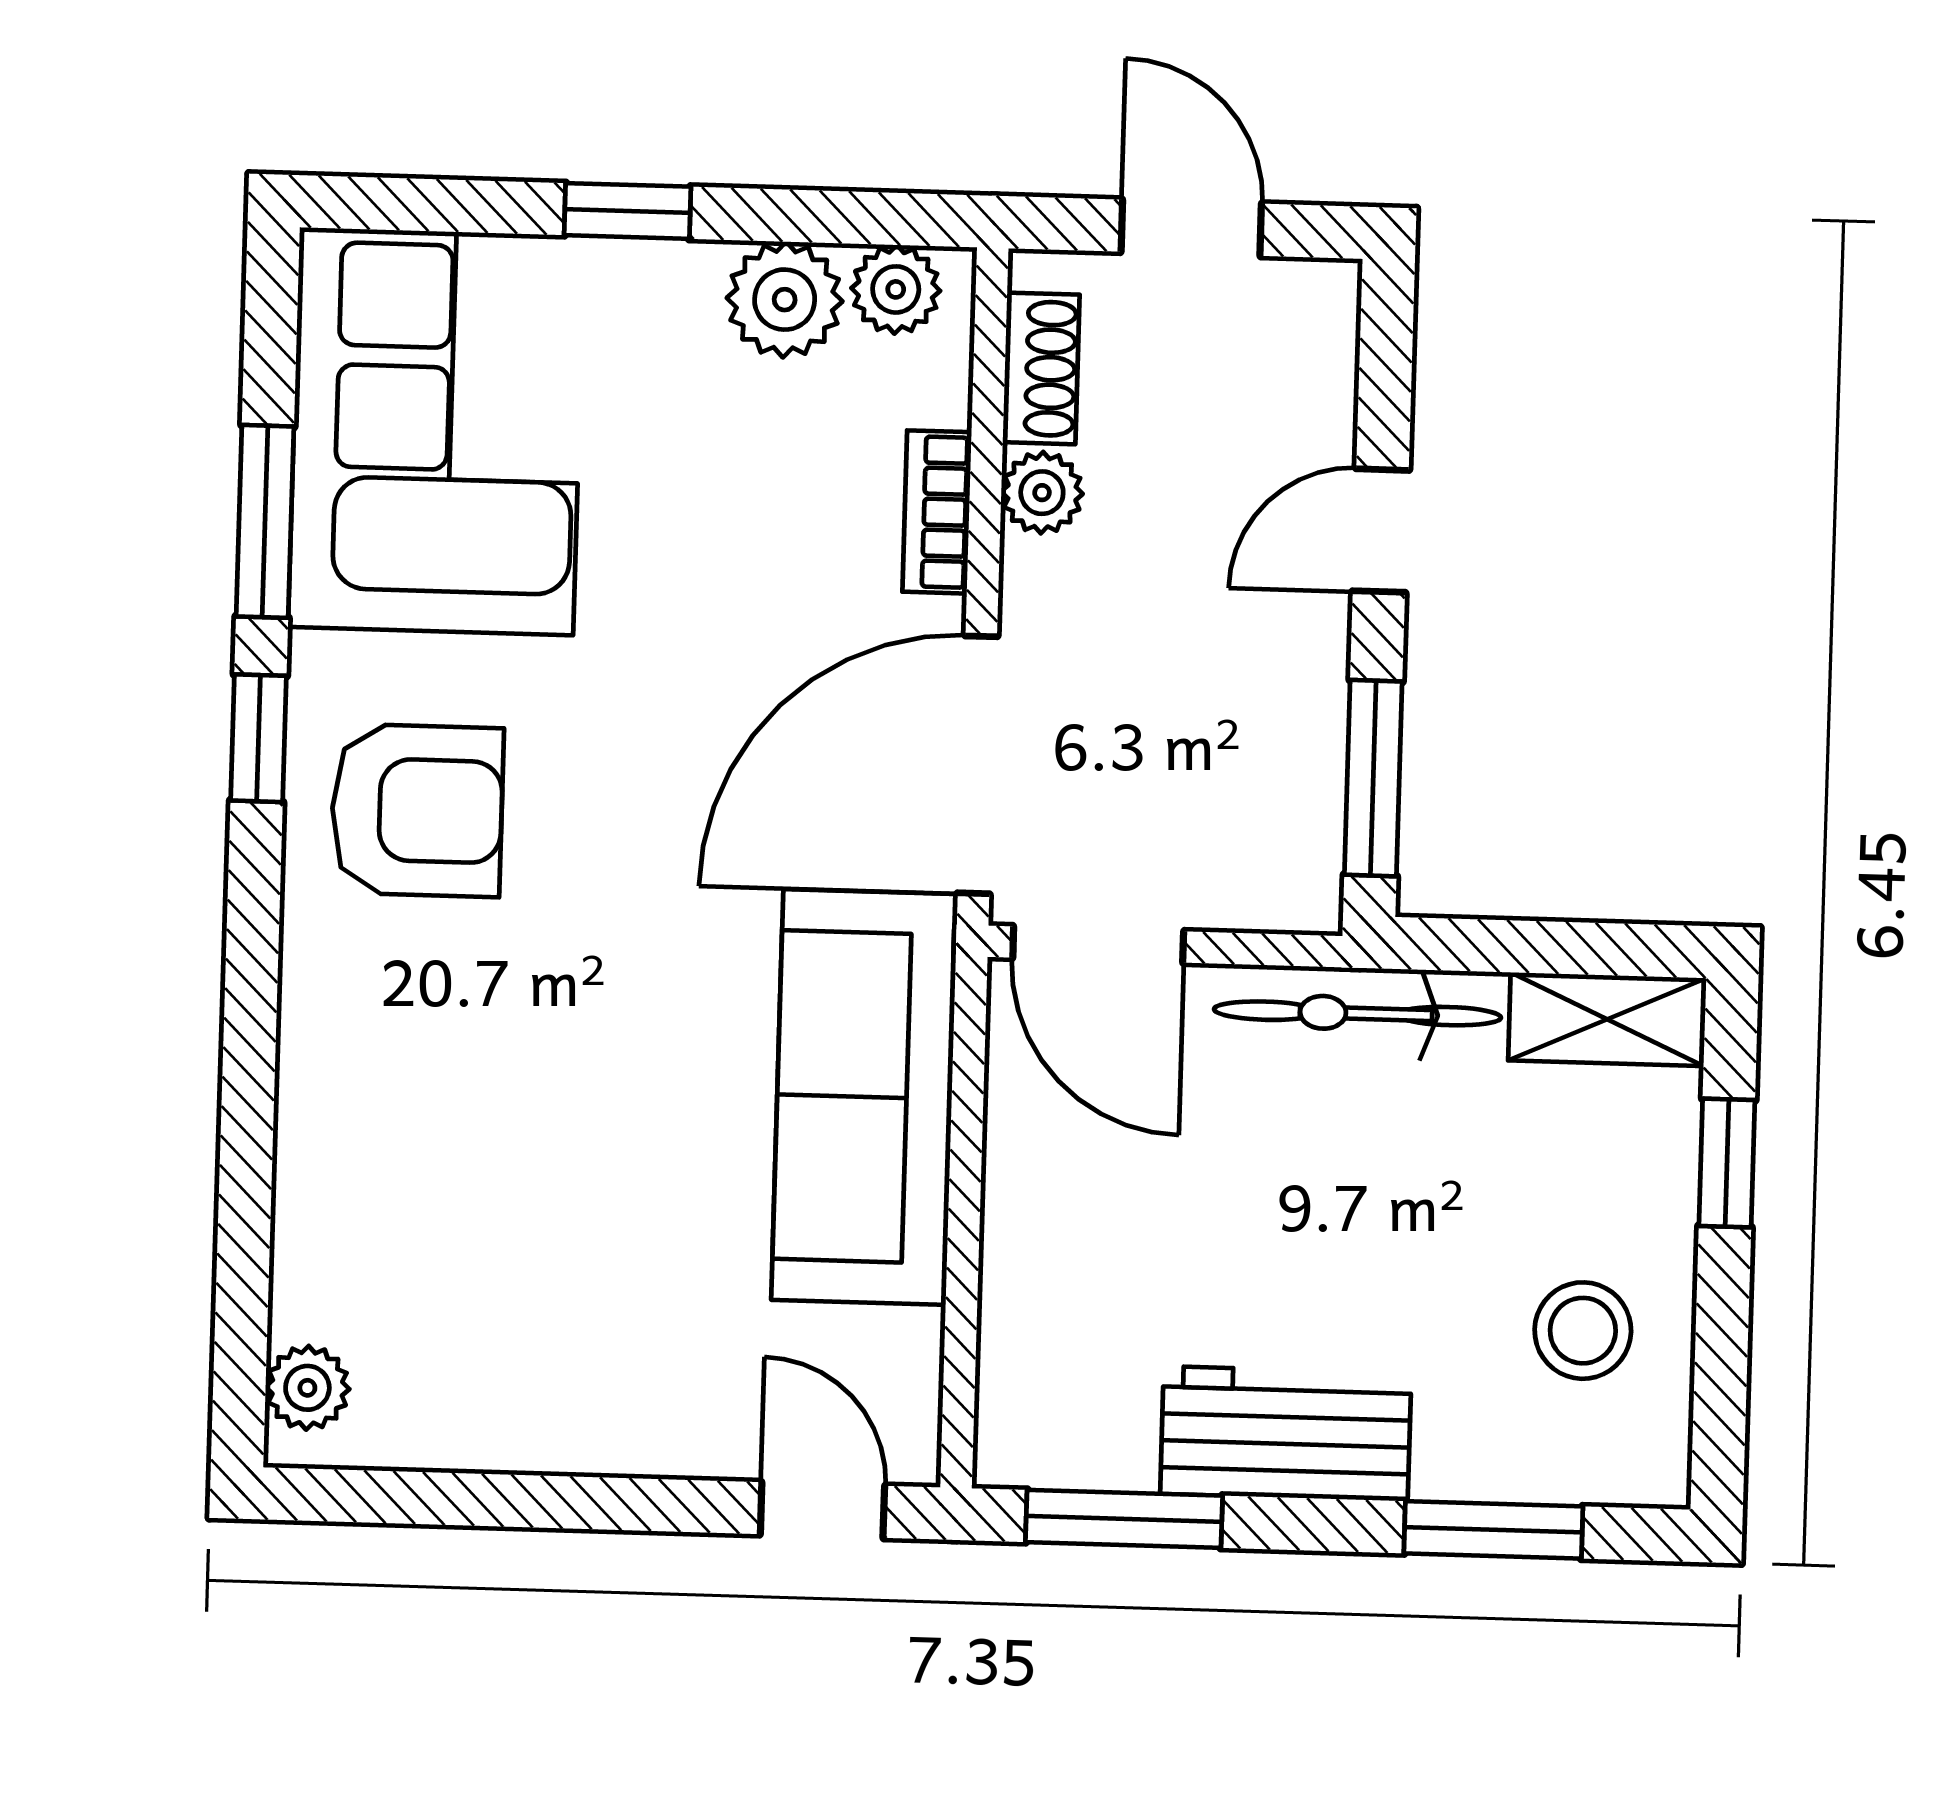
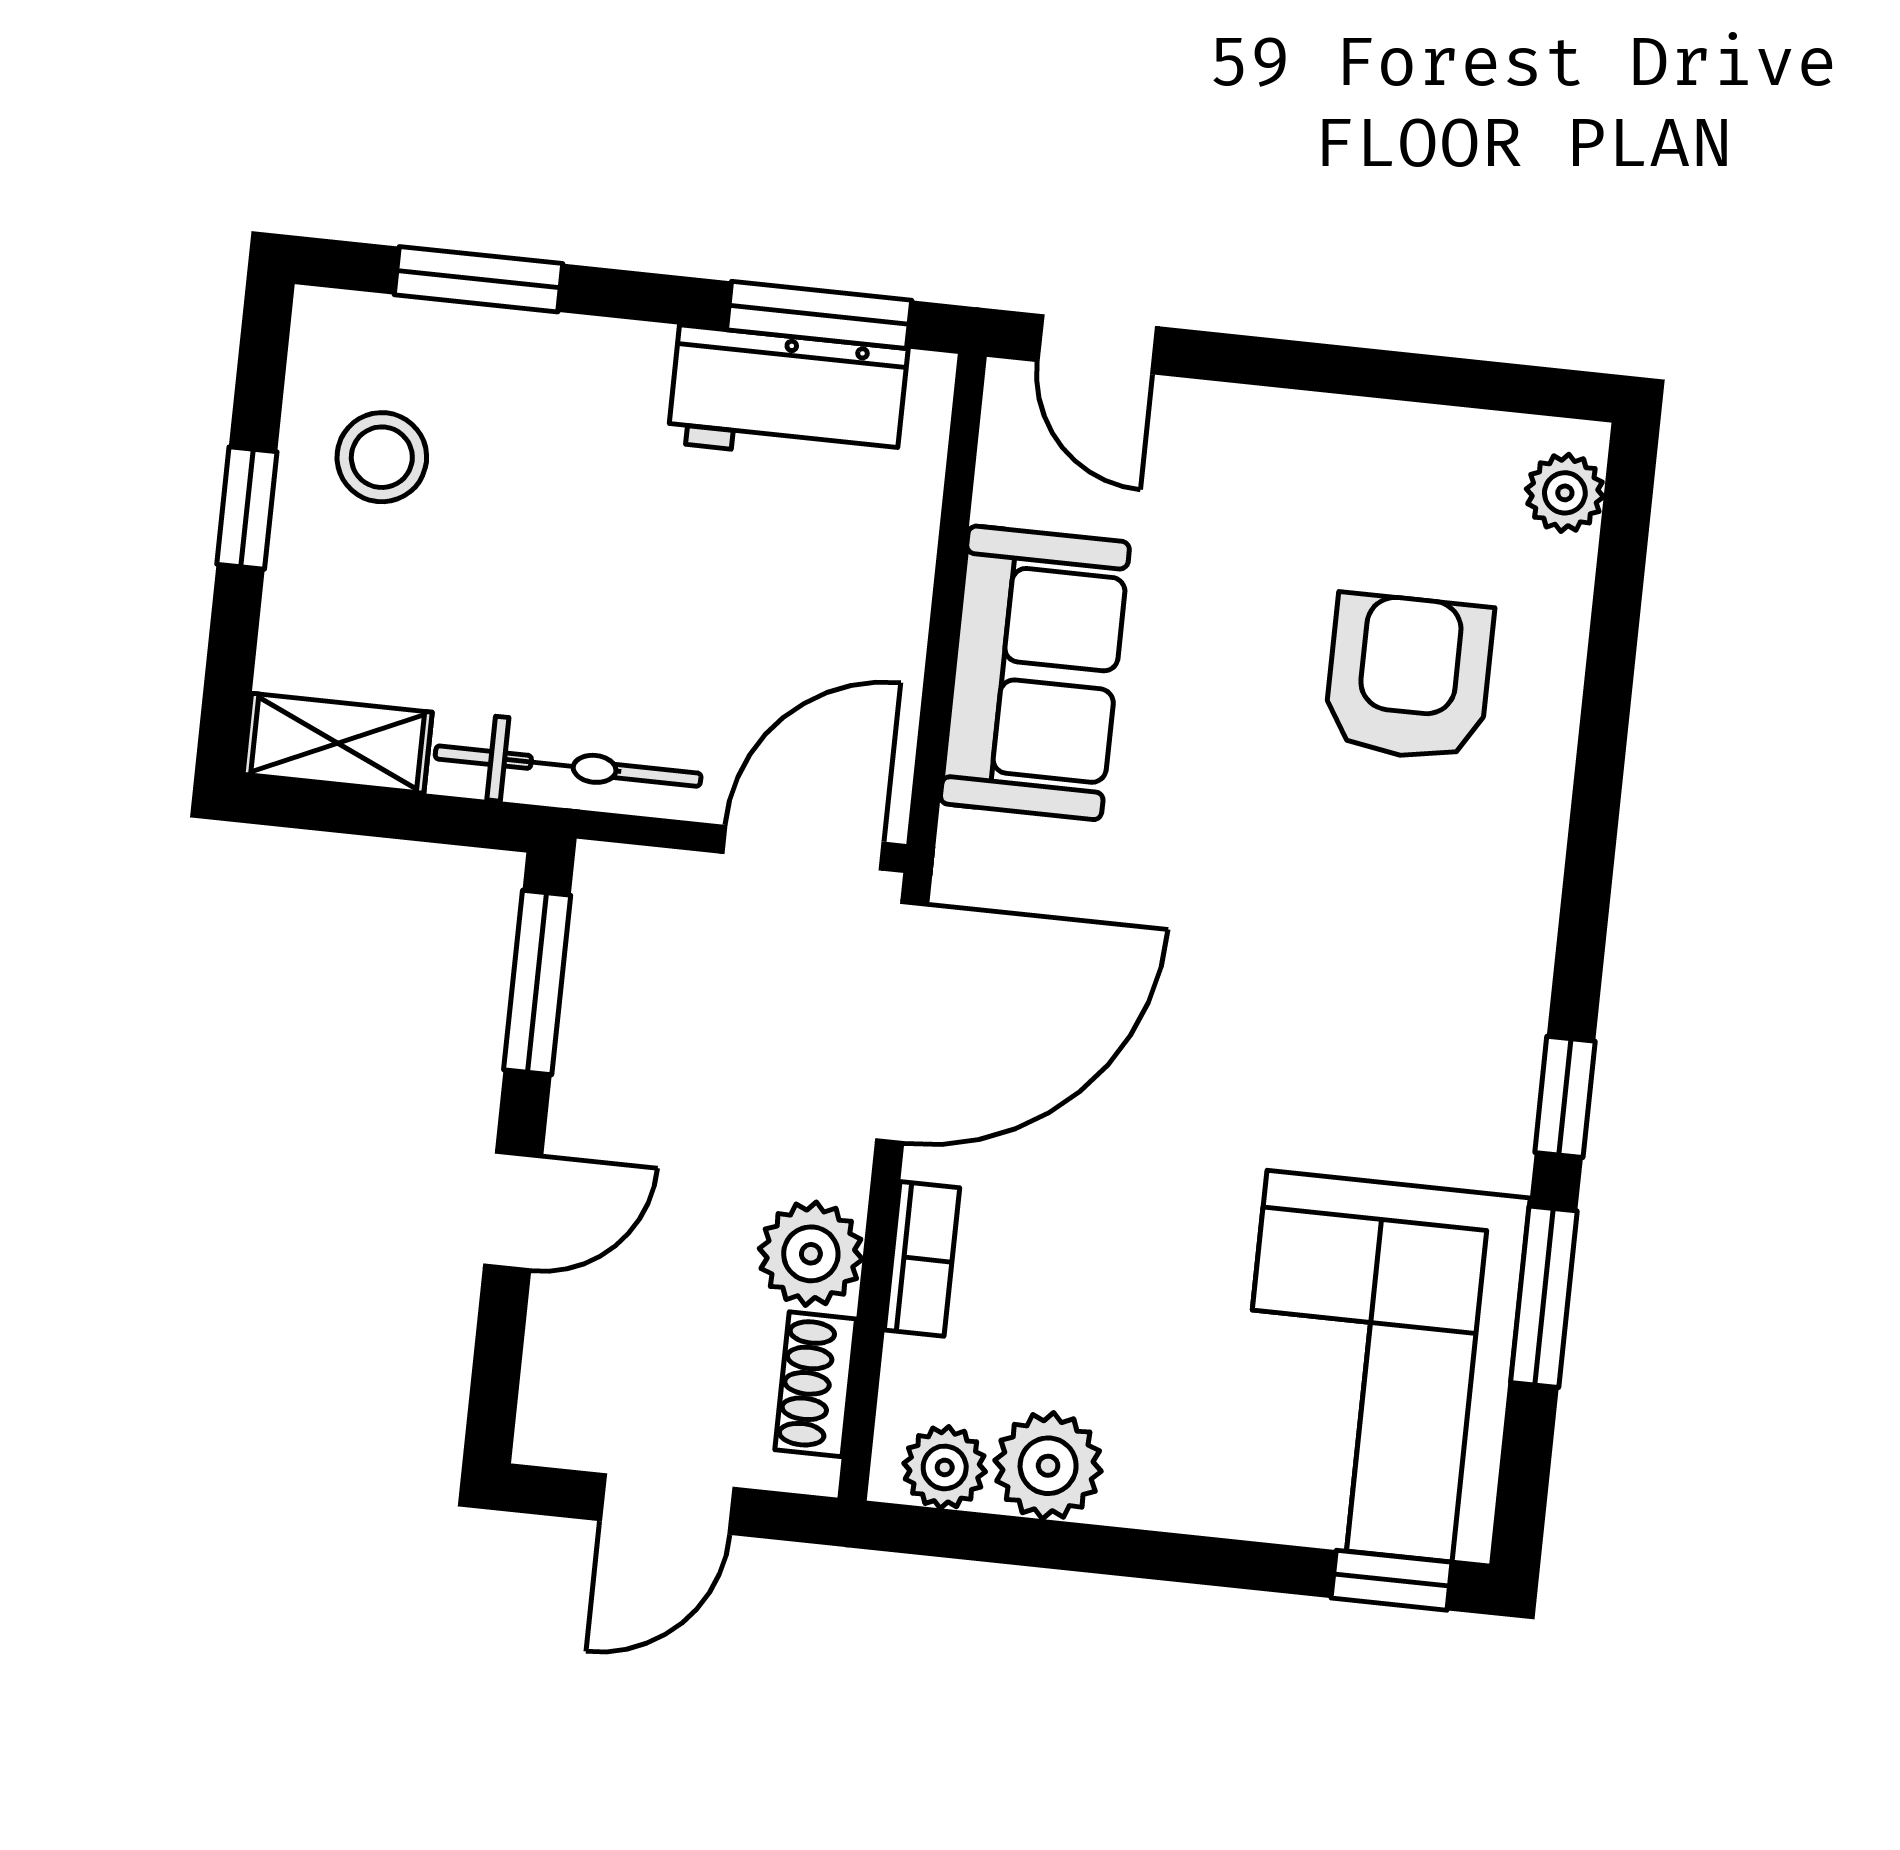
window: (627, 211) -> (1392, 1580), moved
door: (1191, 228) -> (667, 1504), hinge flipped
plant: (1042, 493) -> (811, 1254), width x1.38, depth x1.38
armchair: (417, 810) -> (1409, 677), moved, turned 90
door: (1098, 945) -> (803, 848), hinge flipped
sofa: (865, 1097) -> (1035, 673), width x0.73
window: (1727, 1163) -> (247, 508), moved
workbench: (1286, 1434) -> (788, 396), moved

